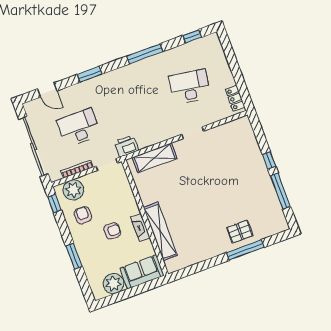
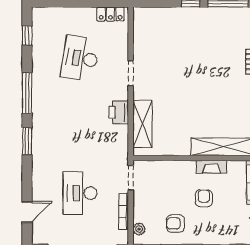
window: (89, 74) -> (27, 141), moved
printer: (126, 146) -> (119, 112), moved
plant: (73, 190) -> (139, 229), width x0.53, depth x0.53

